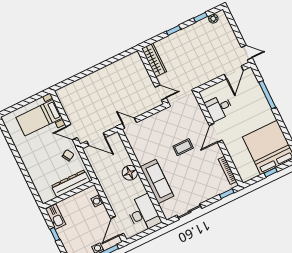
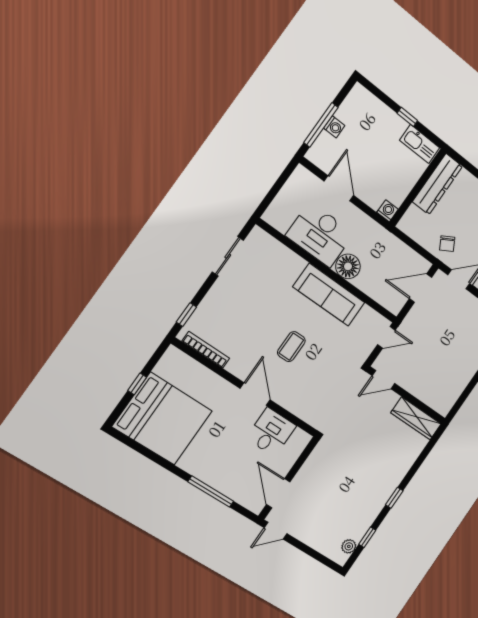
wardrobe: (154, 60) -> (416, 418), moved
wall: (153, 76) -> (406, 395), moved
door: (161, 93) -> (383, 380), moved
sofa: (157, 181) -> (329, 295), moved
dresser: (71, 184) -> (438, 184), moved
washing machine: (97, 201) -> (388, 211), moved
desk: (143, 213) -> (320, 234), moved
door: (117, 226) -> (339, 188), moved

